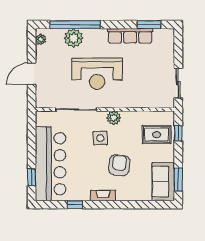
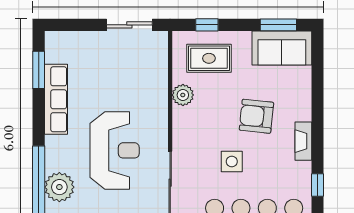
plant: (114, 118) -> (183, 95), moved
rug: (157, 135) -> (209, 58), turned 90
side table: (100, 138) -> (232, 162), moved

